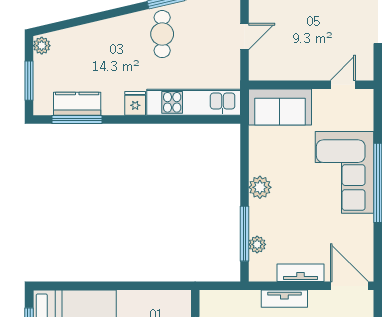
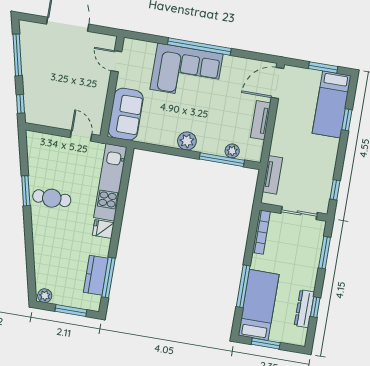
door: (244, 36) -> (81, 136), moved
window: (94, 286) -> (243, 286), added
bookcase: (164, 297) -> (261, 232), added
tv unit: (284, 299) -> (273, 175), moved

